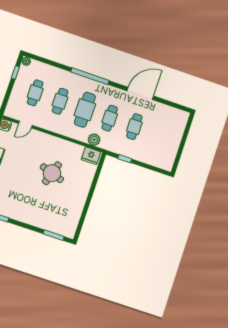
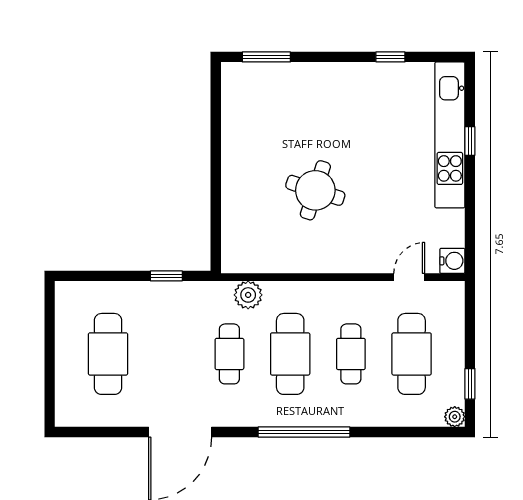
cafe table: (35, 93) -> (412, 354), width x1.37, depth x1.35
cafe table: (134, 127) -> (108, 354), moved, width x1.37, depth x1.35
fridge: (91, 156) -> (243, 257), removed

